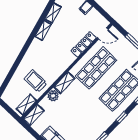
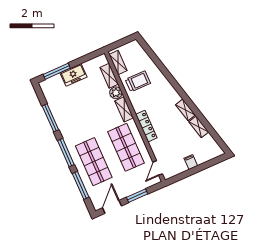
locker: (84, 44) -> (146, 126), moved
shelving: (34, 115) -> (109, 76), moved
window: (122, 117) -> (66, 153), width x2.17

